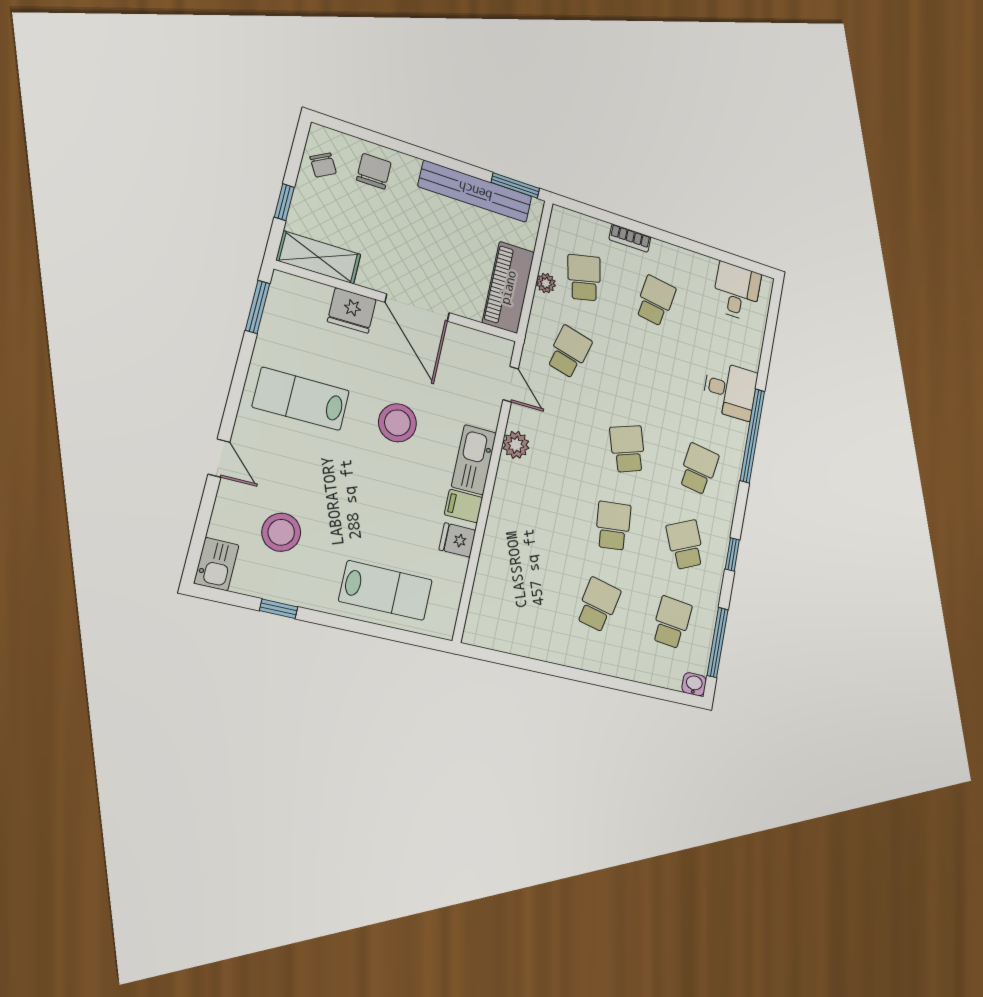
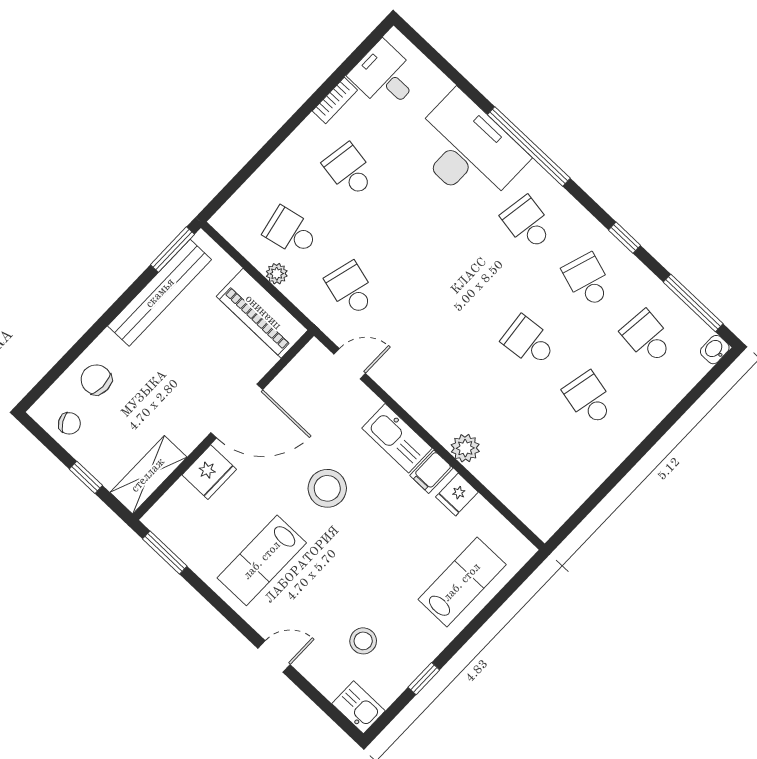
bookcase: (630, 238) -> (335, 101), moved
desk: (730, 390) -> (468, 150), width x1.87, depth x1.30
plant: (516, 445) -> (465, 448), moved
school desk: (628, 449) -> (469, 285), removed
stool: (281, 532) -> (363, 641), width x0.73, depth x0.73
school desk: (685, 545) -> (587, 280), turned 42

